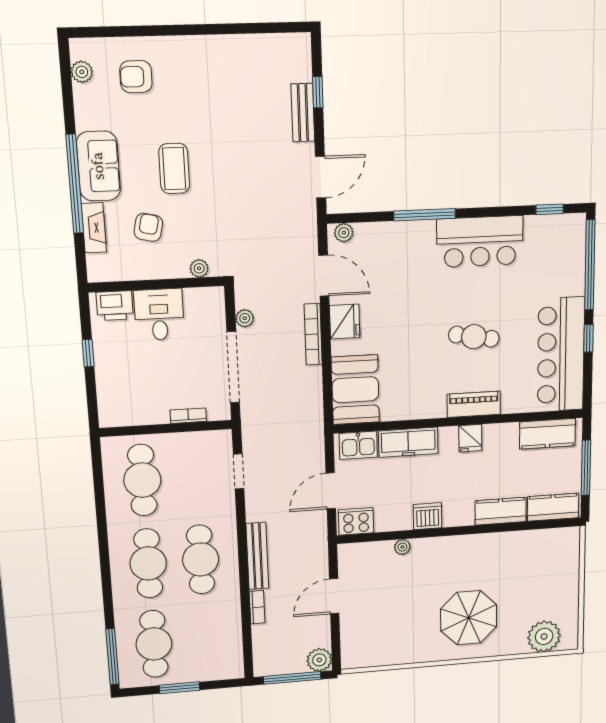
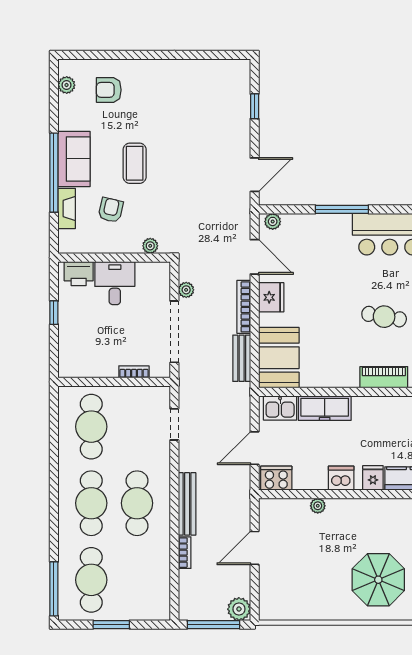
bench: (303, 113) -> (242, 358), moved
fridge: (470, 438) -> (373, 478), moved, turned 180

